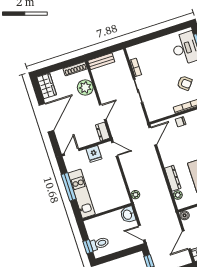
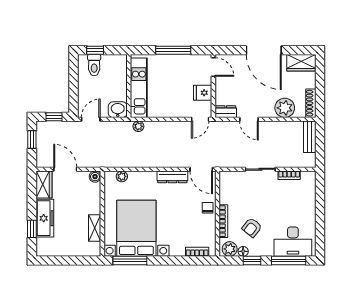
dresser: (173, 178) -> (172, 177), moved
kitchen unit: (81, 194) -> (139, 88), moved, turned -90

